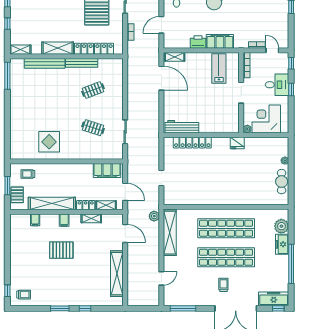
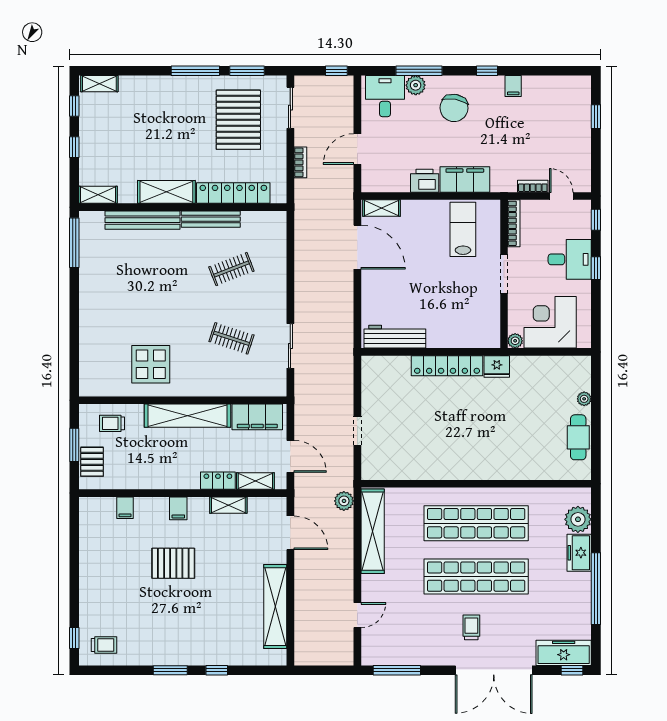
locker: (192, 143) -> (447, 366), moved
shelving: (52, 203) -> (188, 416), moved

